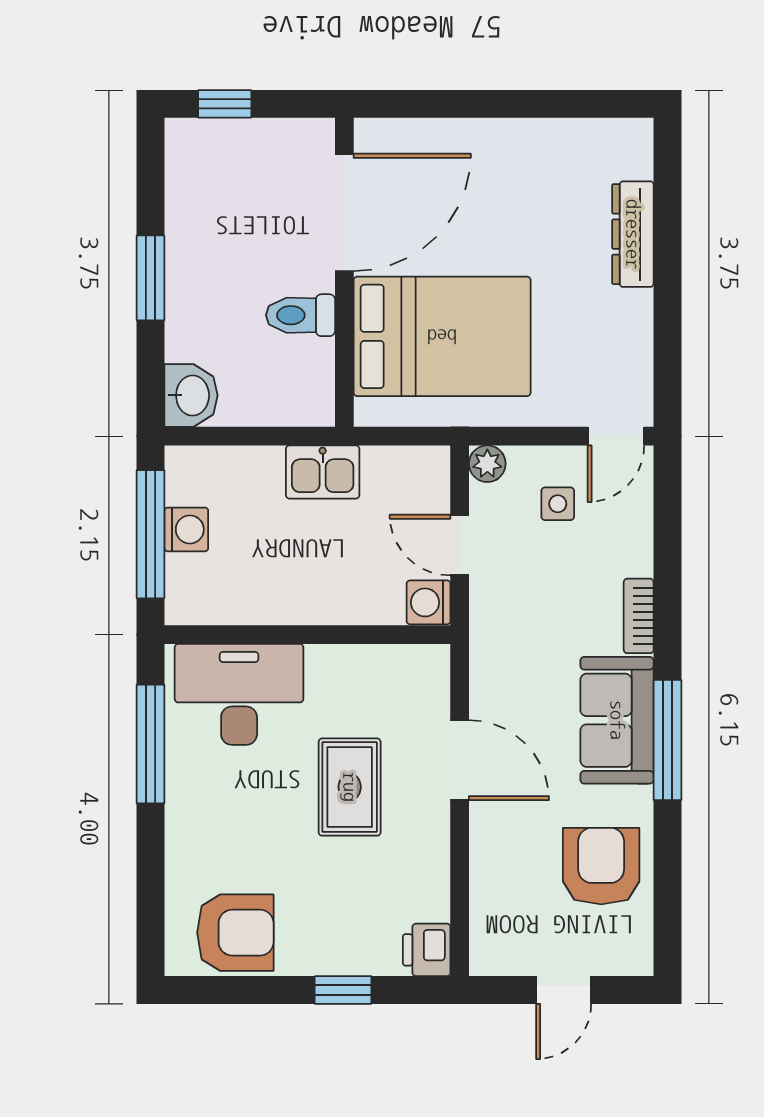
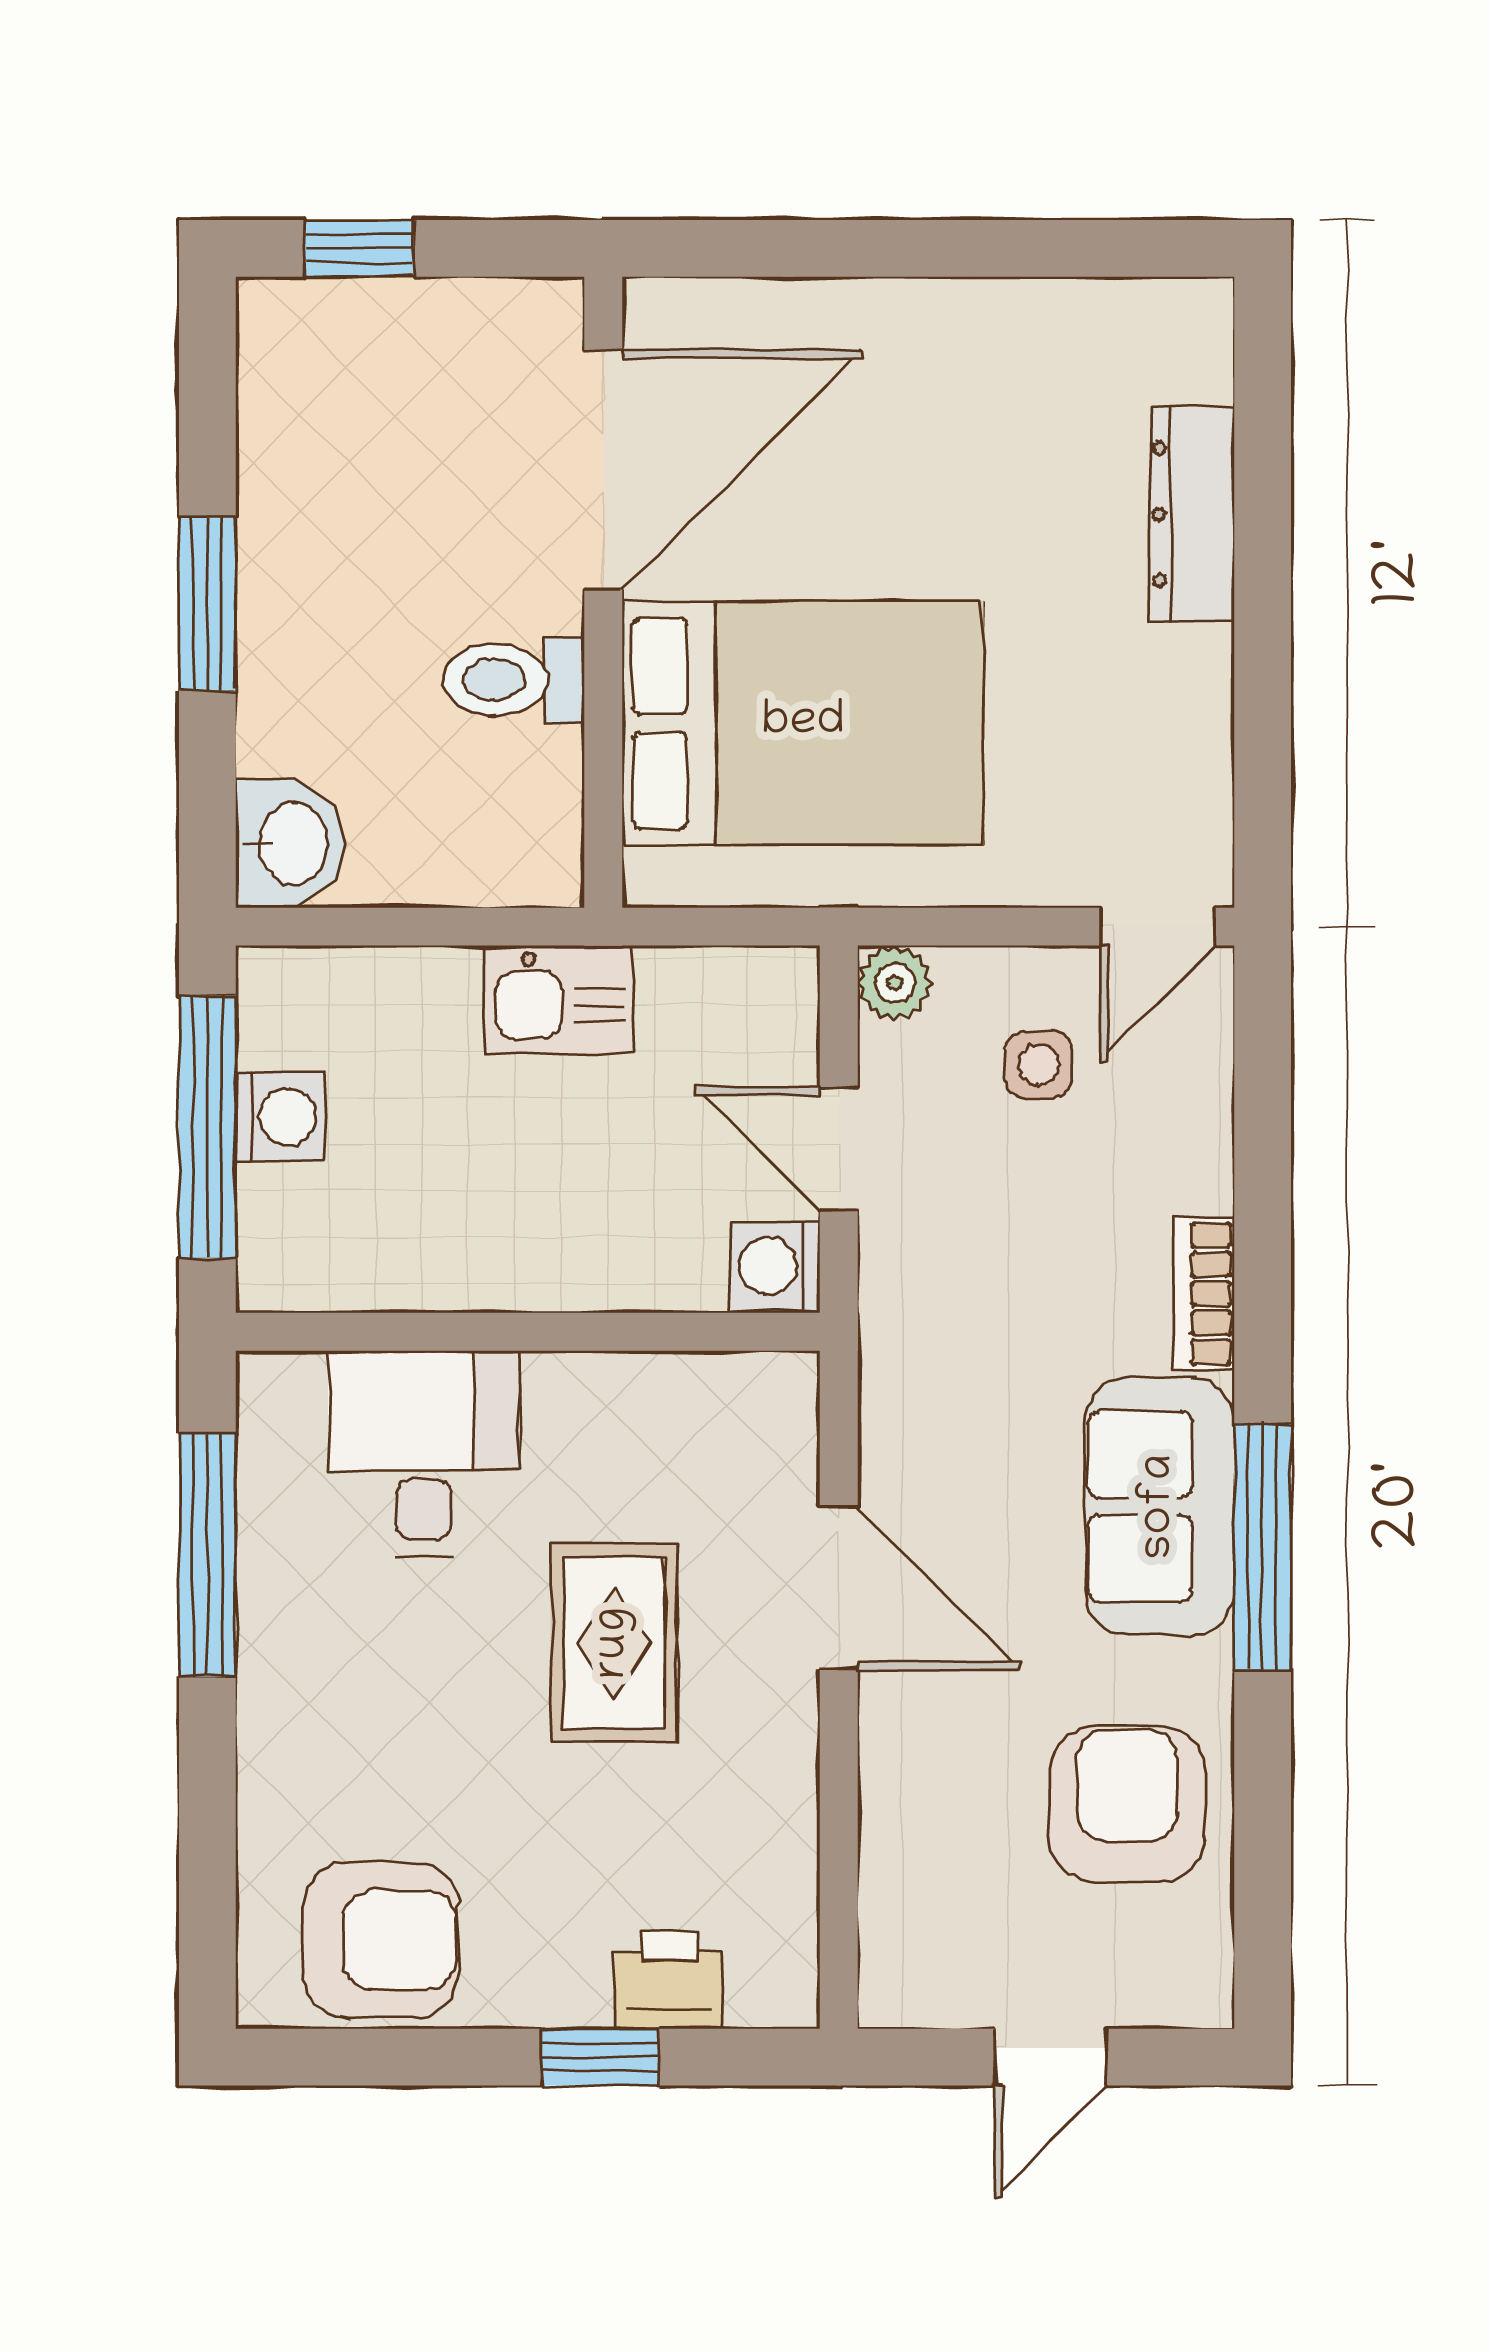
desk: (239, 694) -> (424, 1454), width x0.73
printer: (427, 950) -> (669, 1980), moved, turned 90

